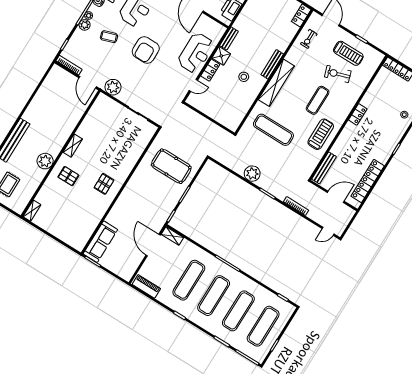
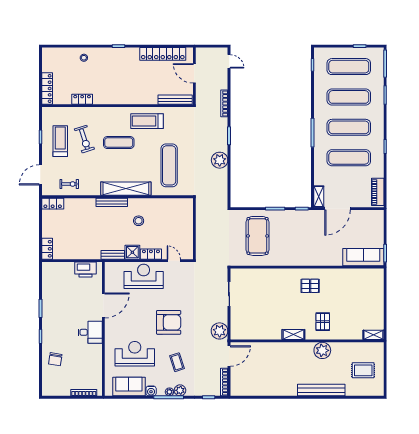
locker: (358, 114) -> (82, 99), moved

